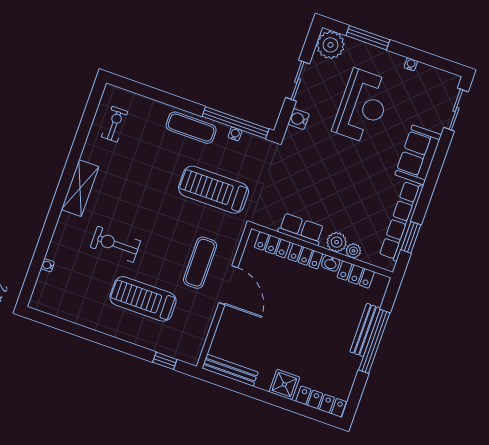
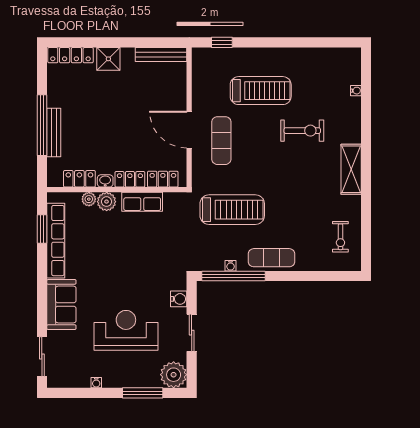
reception desk: (363, 106) -> (126, 330), turned 90

